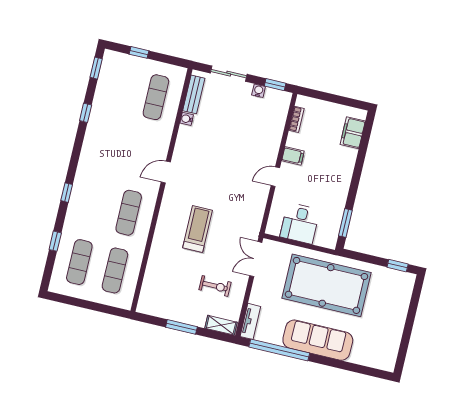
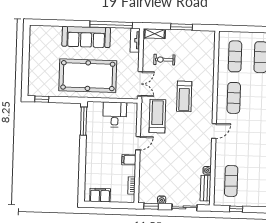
window: (139, 52) -> (236, 209), moved
filing cabinet: (353, 133) -> (100, 195), moved, turned -90
treadmill: (241, 209) -> (157, 116), added
window: (345, 223) -> (84, 121), width x1.44

